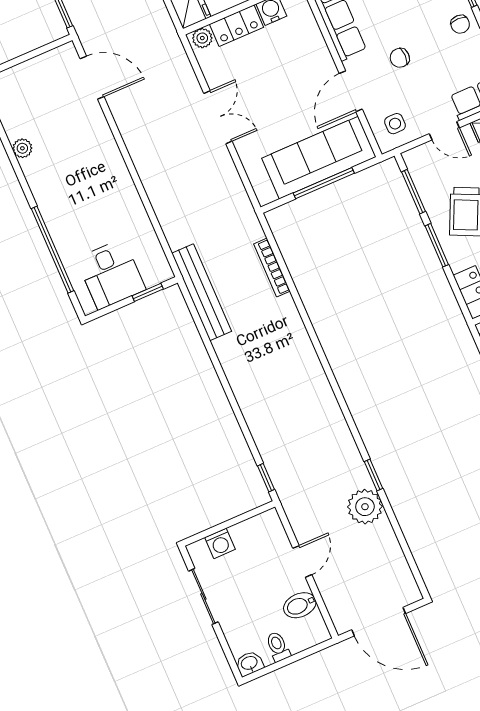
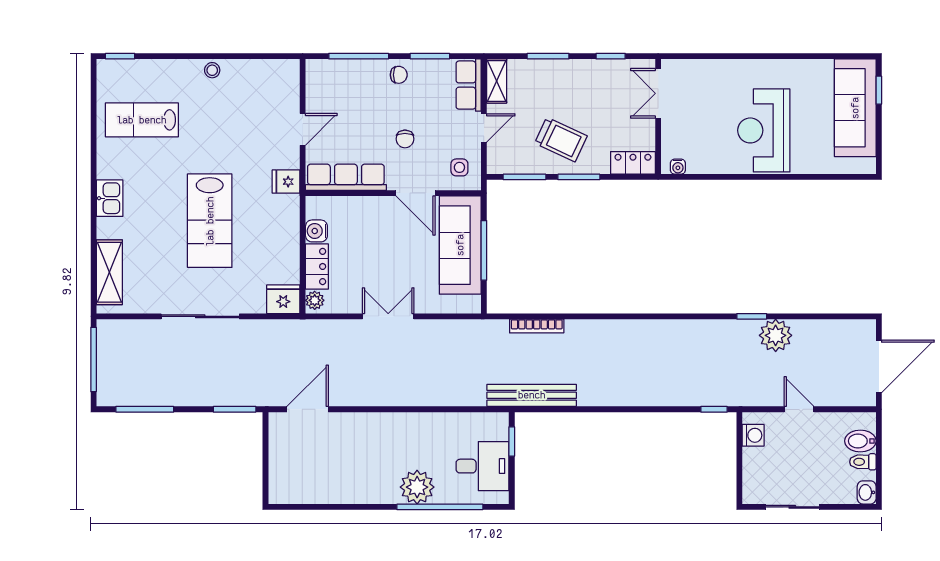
plant: (22, 148) -> (417, 487), moved, width x1.88, depth x1.88
washing machine: (220, 543) -> (753, 435), moved
bidet: (300, 605) -> (860, 441), moved, turned 90

